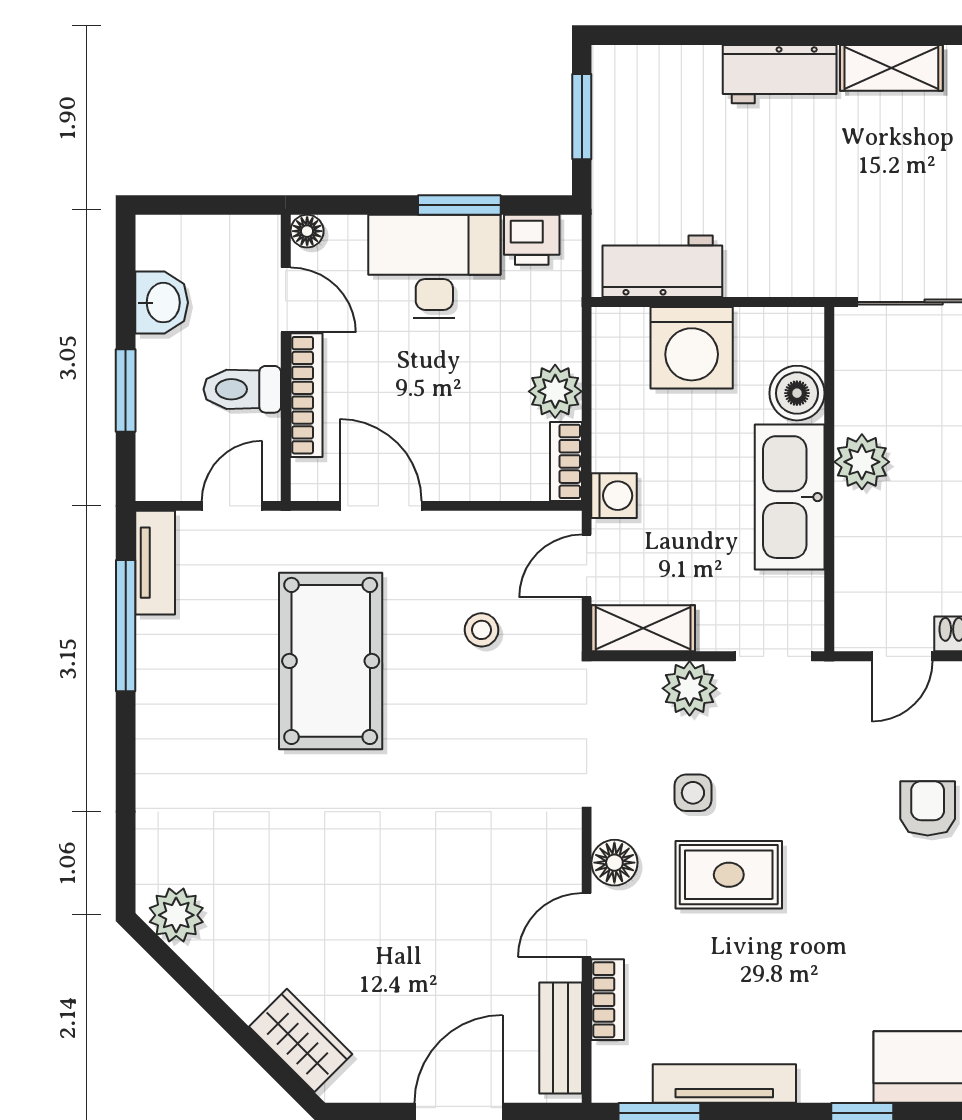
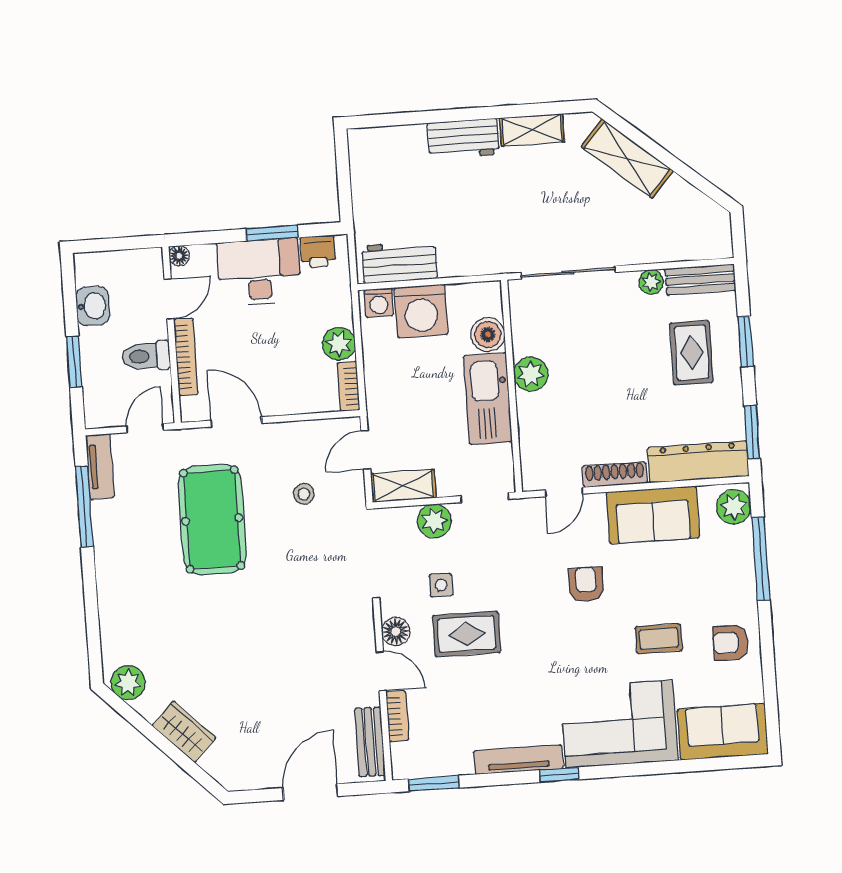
window: (582, 117) -> (343, 173), removed
door: (286, 300) -> (169, 299), hinge flipped
washing machine: (614, 496) -> (379, 303), moved, turned 90
door: (587, 925) -> (381, 671), swing flipped
wardrobe: (301, 1040) -> (184, 732), moved
tv unit: (724, 1084) -> (518, 760), moved

